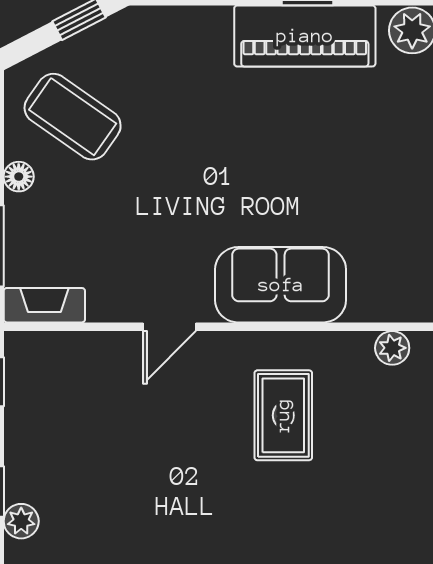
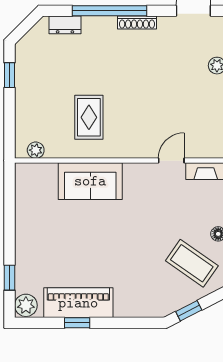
door: (170, 327) -> (171, 161), moved

